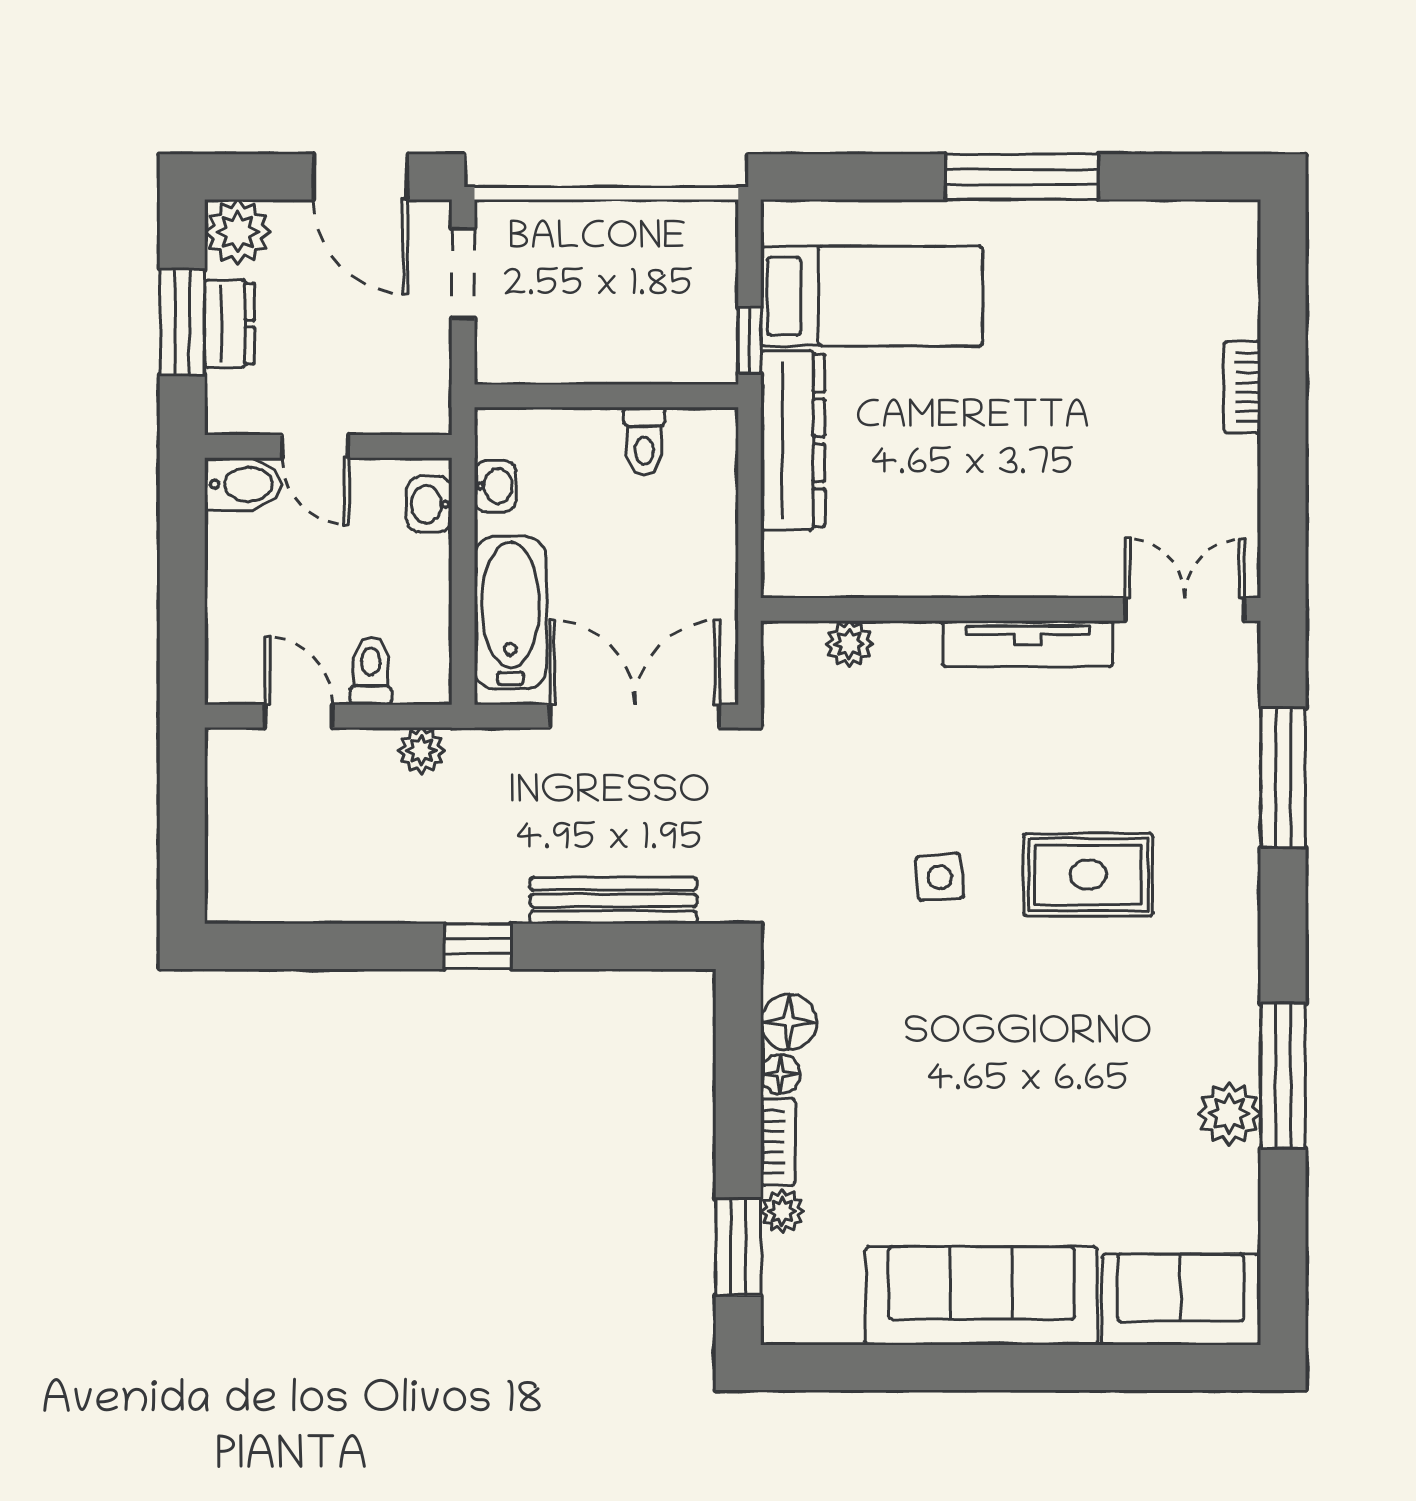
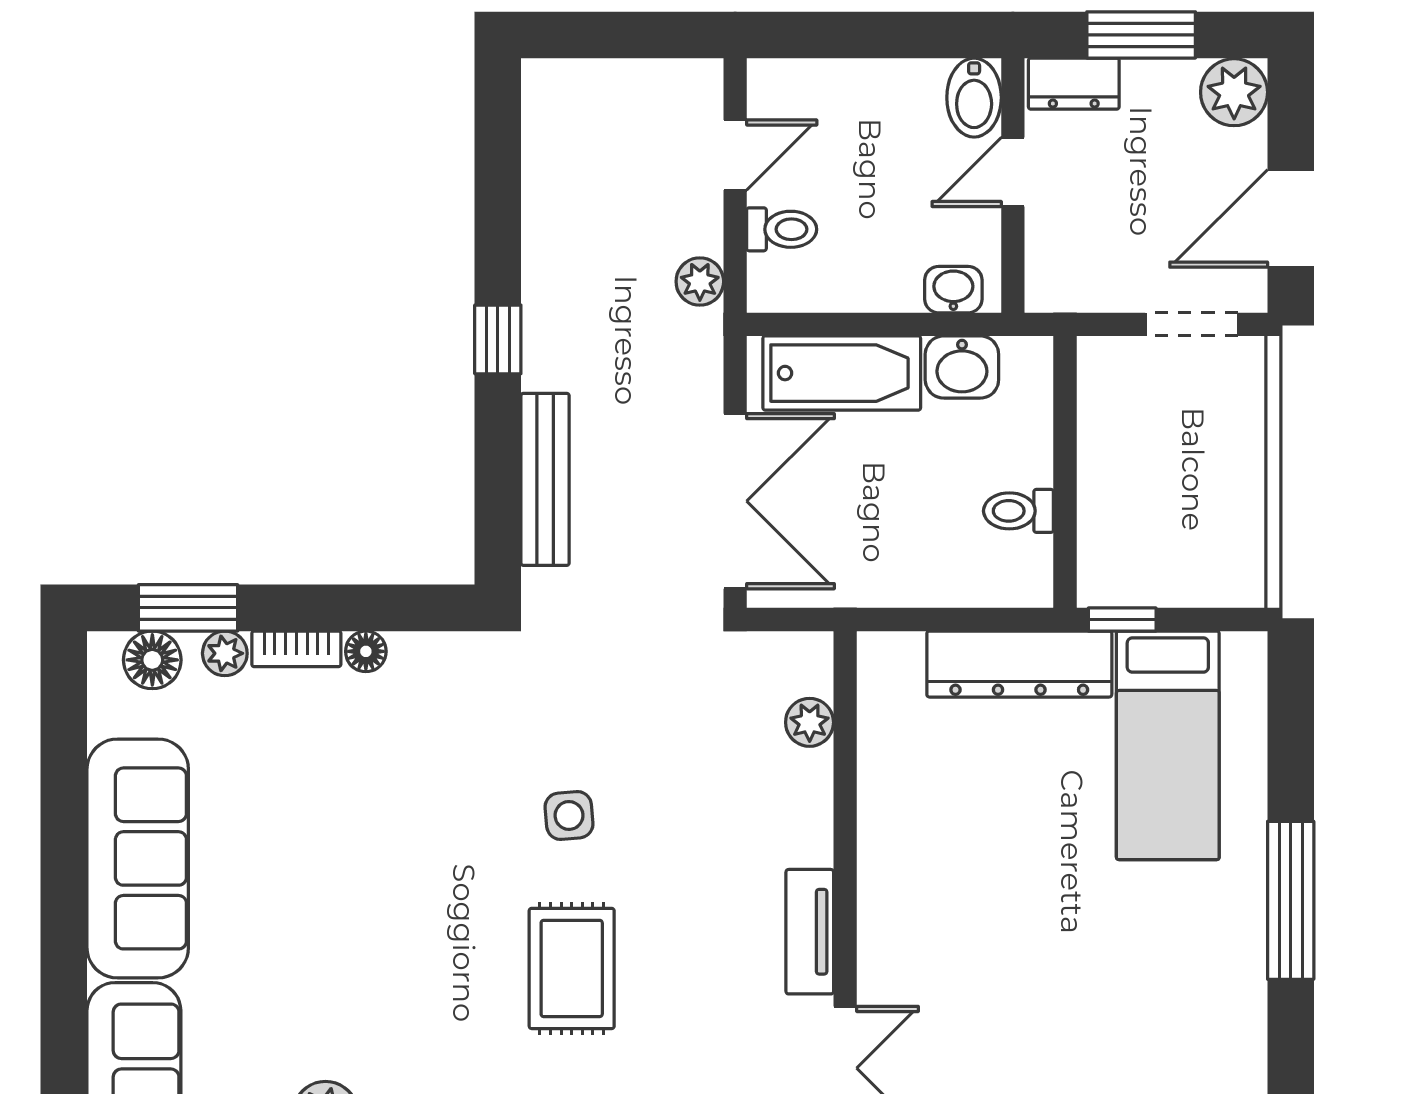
dresser: (229, 324) -> (1074, 84), moved
washbasin: (495, 486) -> (962, 367), width x1.38, depth x1.45
tv unit: (1028, 644) -> (810, 932), width x0.71
floor lamp: (789, 1022) -> (152, 660), moved

